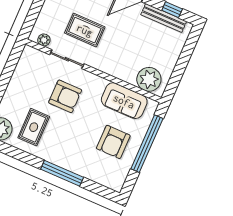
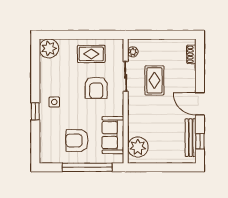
rug: (34, 127) -> (91, 54), moved
side table: (61, 148) -> (54, 102), added
window: (62, 173) -> (35, 111), width x0.46

